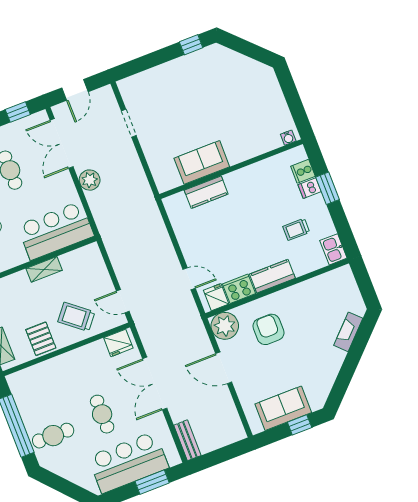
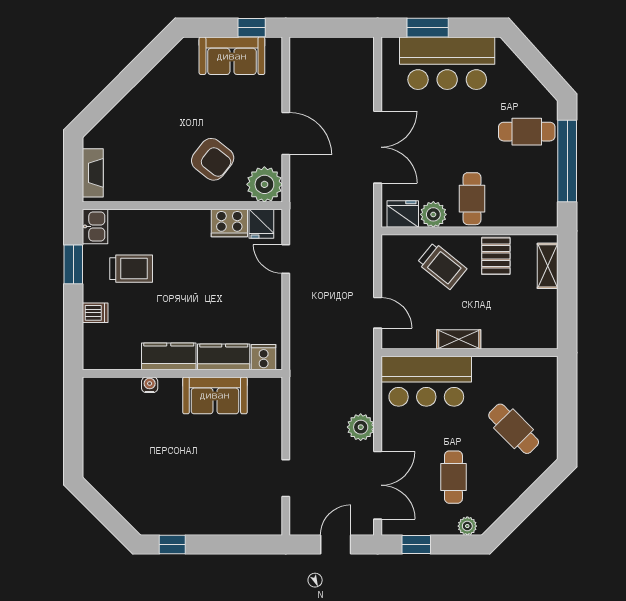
water cooler: (288, 138) -> (150, 385), moved
cooker: (303, 171) -> (264, 357), moved, turned -90
window: (328, 188) -> (73, 264), moved
trolley: (296, 229) -> (131, 269), width x1.36, depth x1.39
kitchen counter: (272, 276) -> (169, 356), moved, turned 180
door: (123, 301) -> (378, 313), moved
armchair: (268, 329) -> (213, 159), turned -52
fireplace: (348, 332) -> (93, 173), moved, turned -45
plant: (97, 351) -> (433, 214), added
cafe table: (102, 414) -> (472, 199), moved
window: (300, 425) -> (252, 28), moved
bench: (187, 440) -> (365, 62), removed

